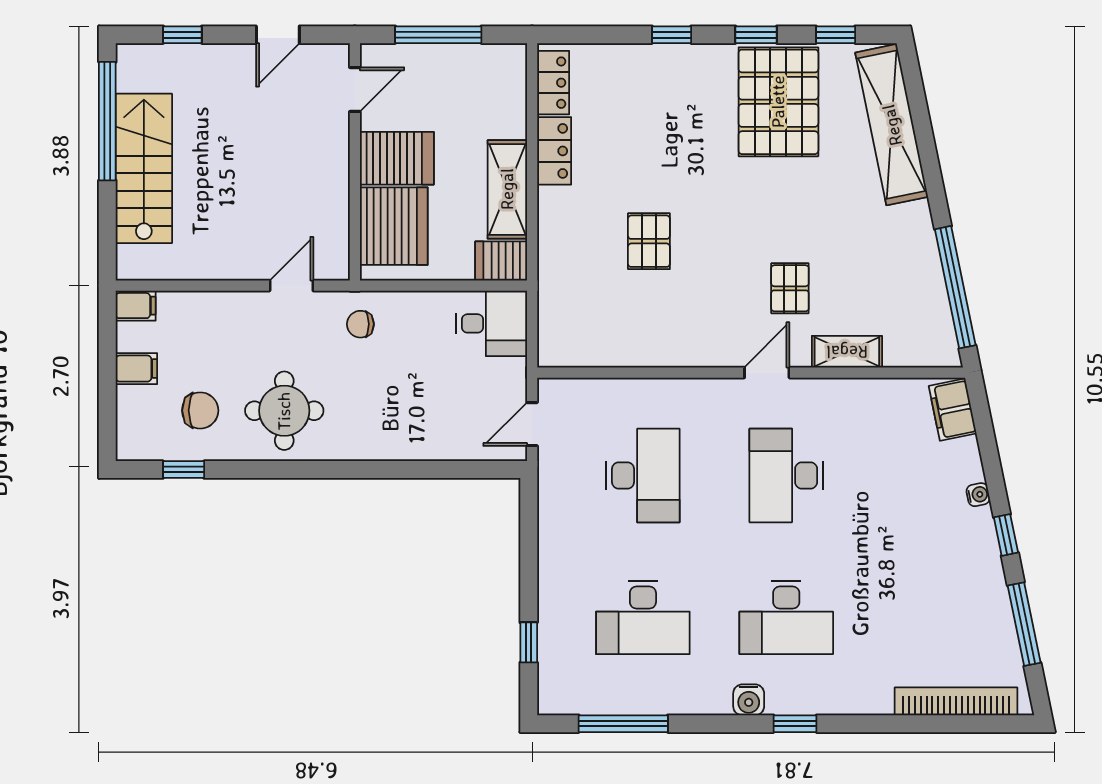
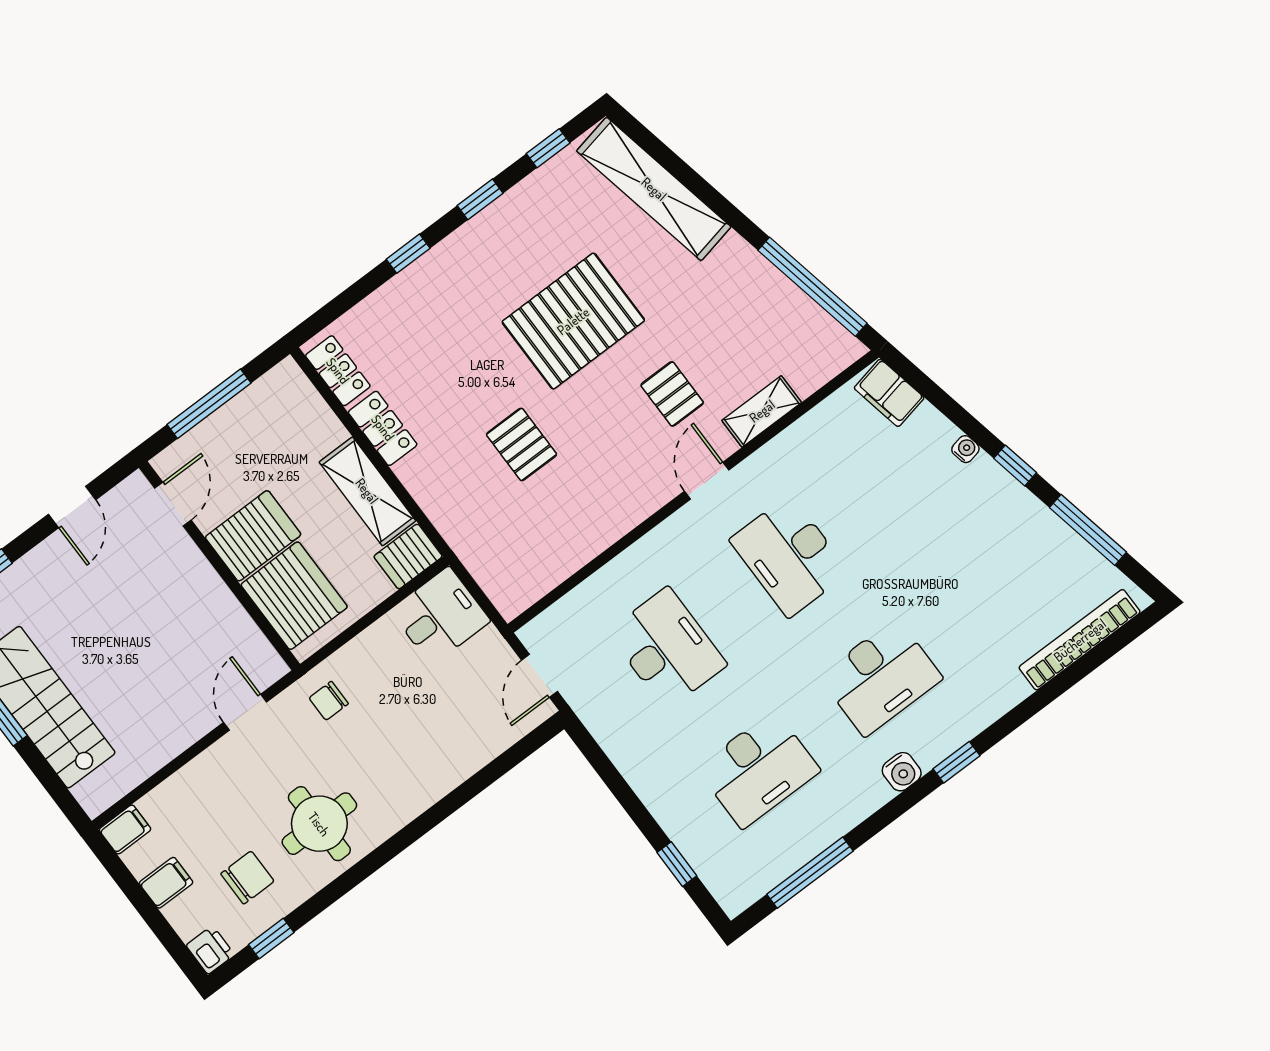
pallet: (778, 102) -> (573, 321), moved, turned 90
printer: (132, 444) -> (210, 950), added

